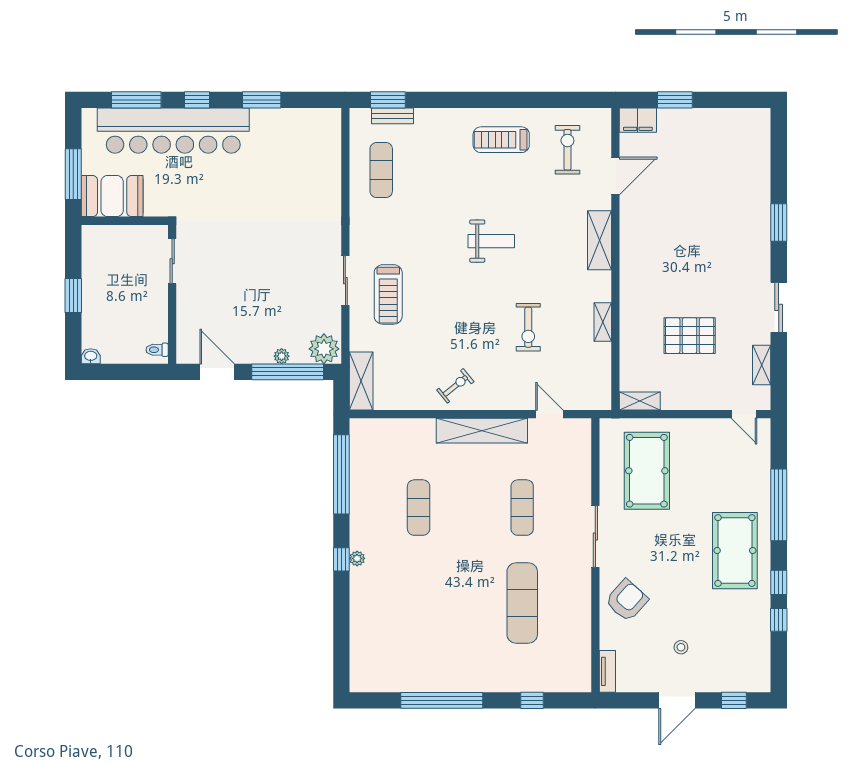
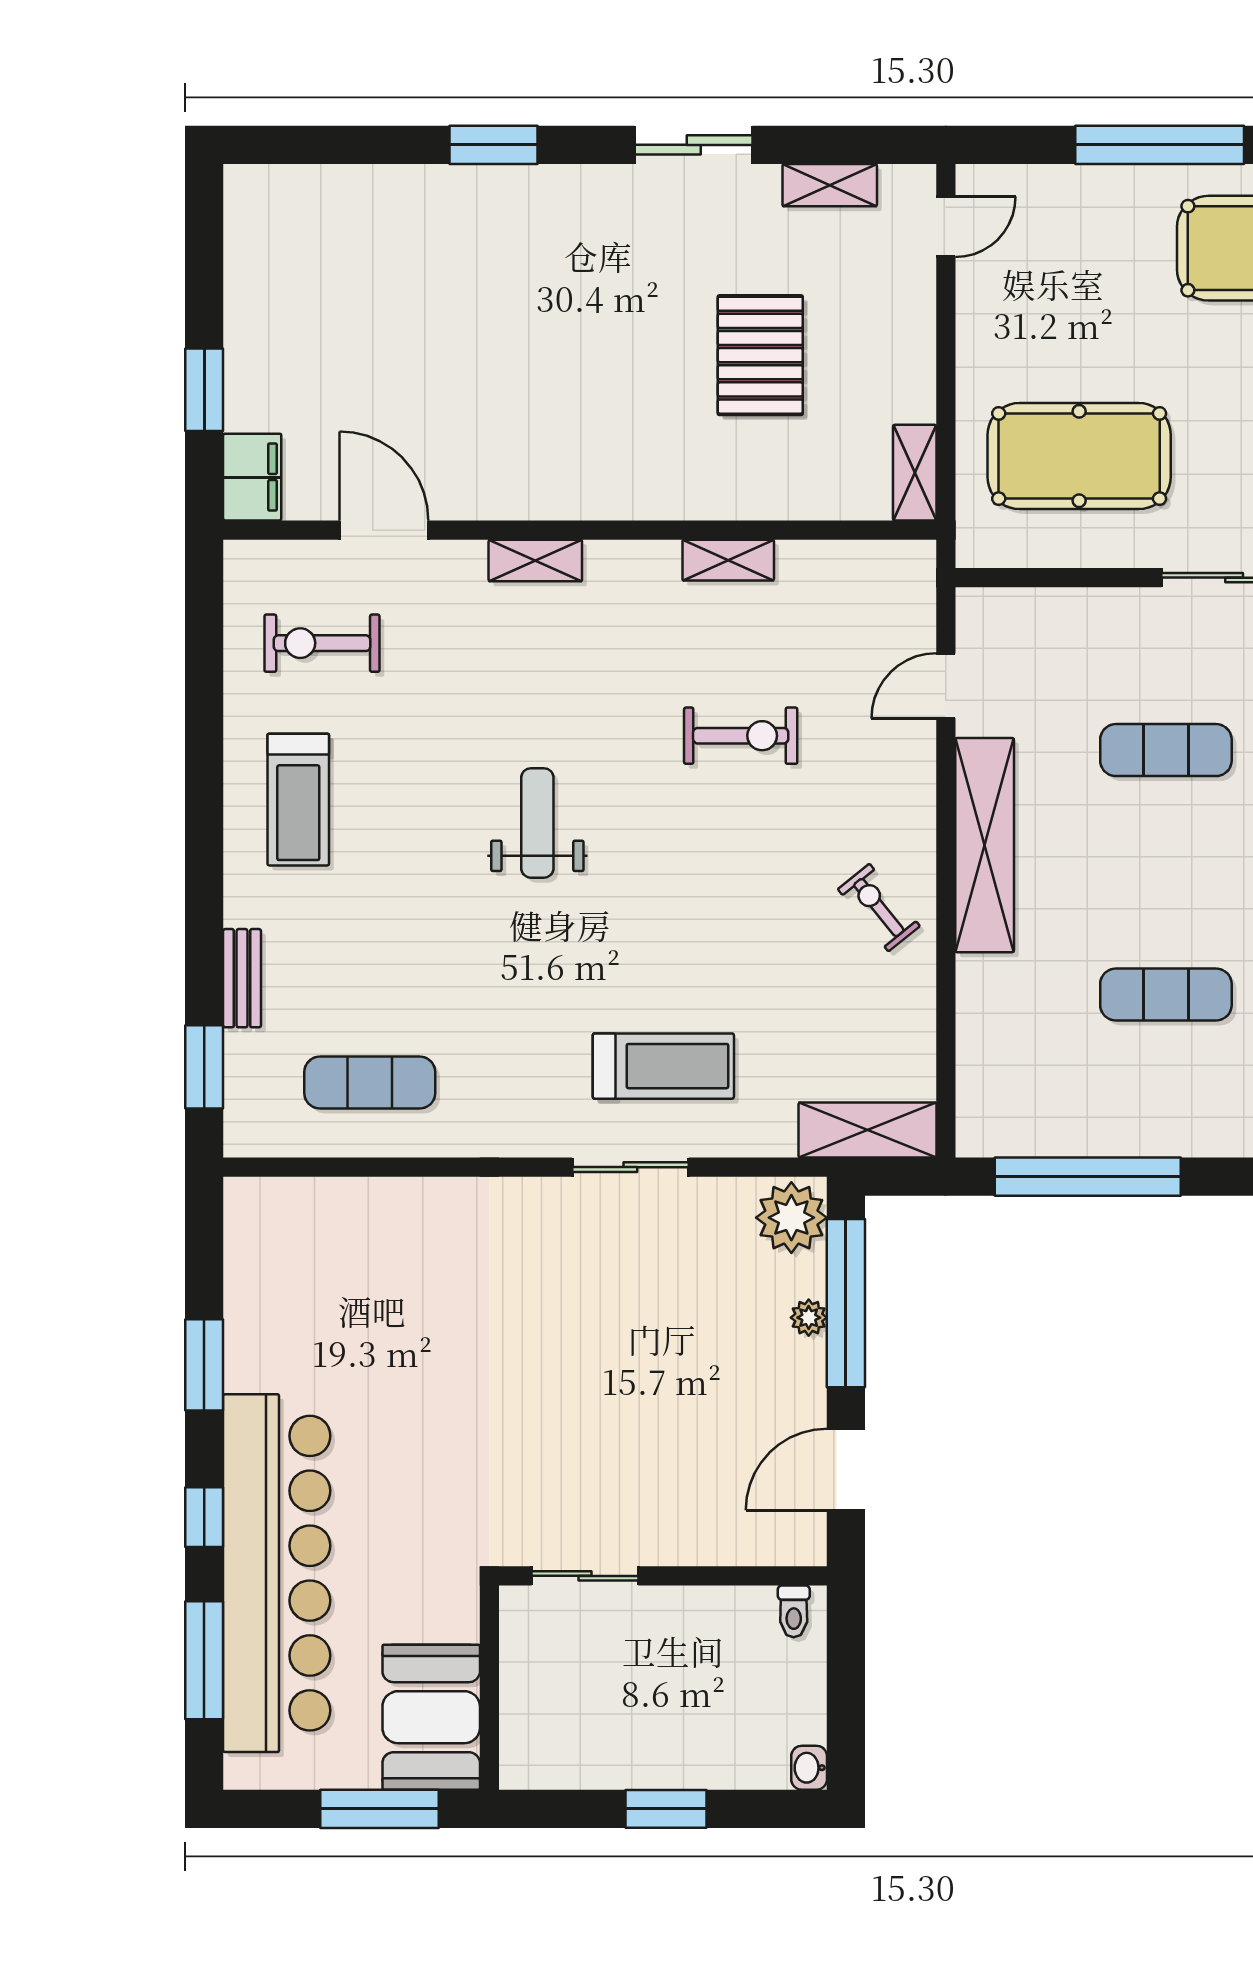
bench: (393, 116) -> (242, 978), moved
shelving: (600, 240) -> (535, 561), width x0.67, depth x0.75

